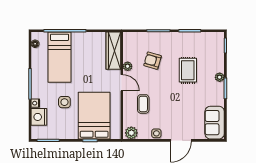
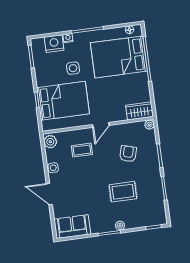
wardrobe: (113, 51) -> (139, 111), width x0.67
bed: (60, 57) -> (119, 57), width x1.50
plant: (128, 66) -> (149, 125), moved

